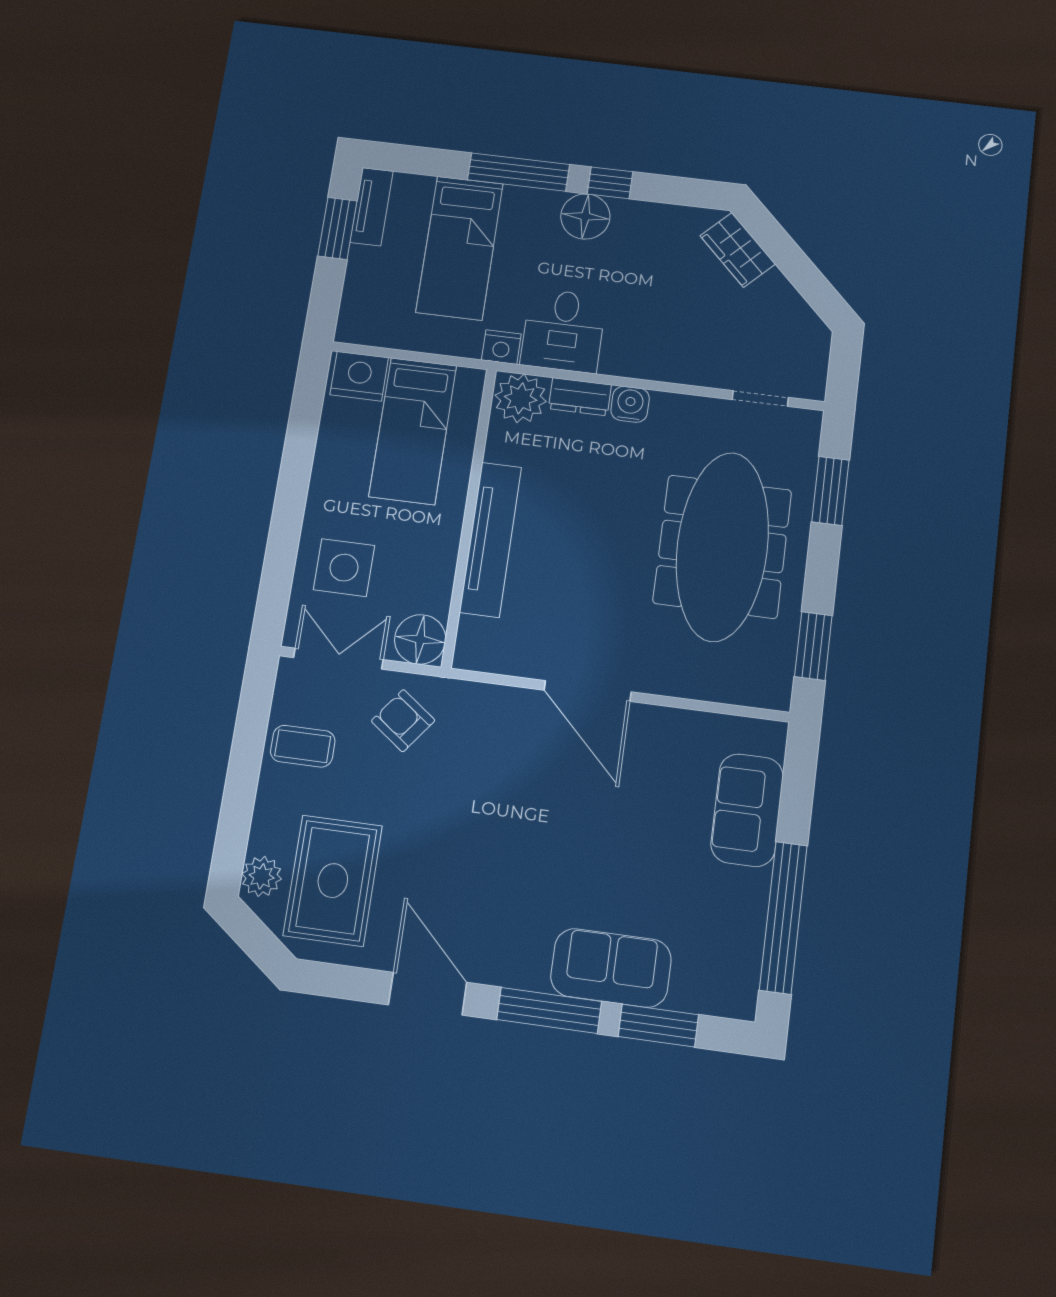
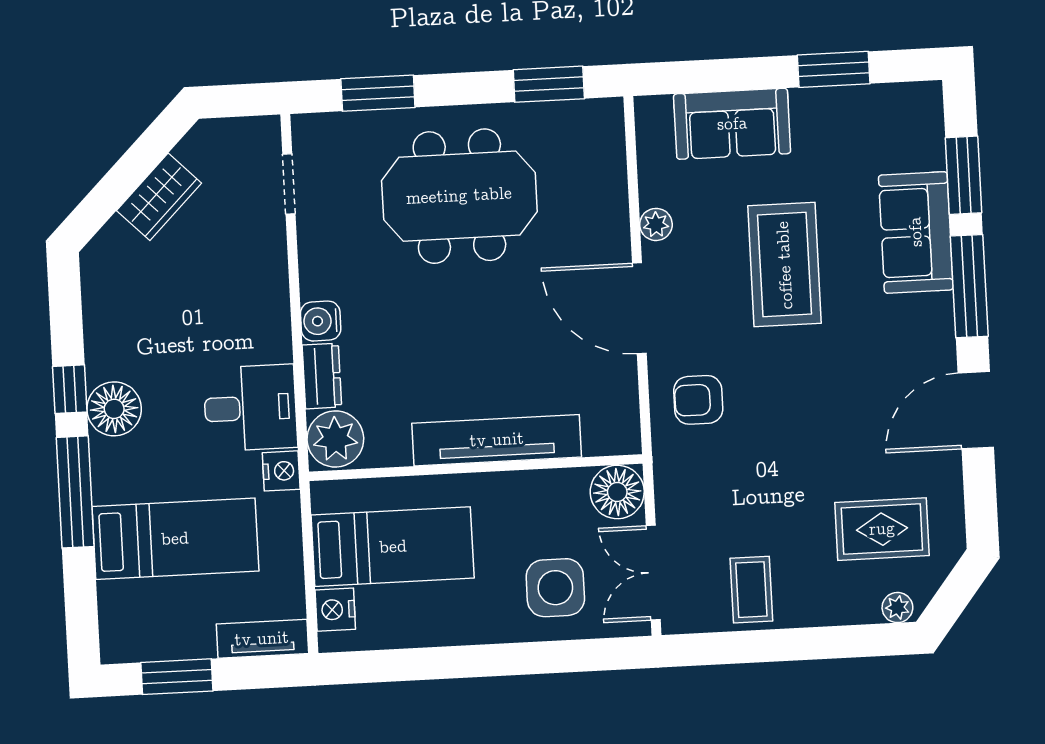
tv unit: (371, 207) -> (262, 639), moved
wardrobe: (738, 250) -> (159, 197), moved
nightstand: (359, 376) -> (335, 610), width x0.74, depth x0.75
meeting table: (722, 546) -> (459, 196), width x0.73
door: (588, 691) -> (639, 308), swing flipped
armchair: (403, 721) -> (698, 400), moved, turned 53
plant: (664, 721) -> (656, 224), added
coffee table: (603, 835) -> (785, 265), added
plant: (262, 876) -> (897, 608), width x0.73, depth x0.73
rug: (333, 881) -> (882, 529), width x0.73, depth x0.70
window: (783, 918) -> (834, 69), width x0.47

